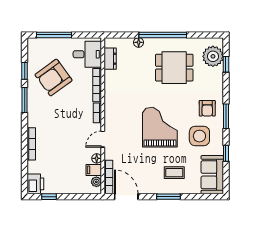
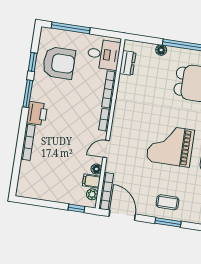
armchair: (54, 77) -> (59, 63), moved, turned -144
grand piano: (160, 127) -> (170, 146), turned -90
coffee table: (174, 173) -> (168, 202), moved
printer: (35, 184) -> (37, 113), moved
window: (49, 197) -> (76, 208), moved

